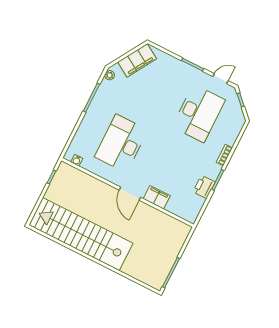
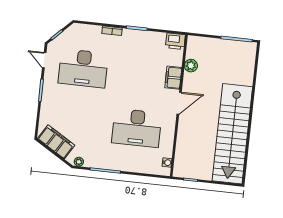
desk: (199, 113) -> (83, 68), turned 180
printer: (204, 187) -> (175, 41), moved
plant: (162, 219) -> (191, 66), added

